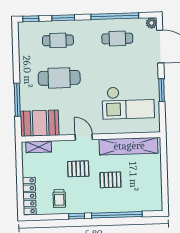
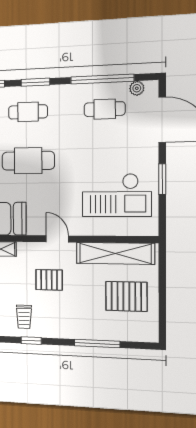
plant: (151, 23) -> (137, 88), moved
pallet: (110, 180) -> (126, 296), moved, width x1.50, depth x1.42
window: (117, 215) -> (97, 343), width x0.68
window: (77, 216) -> (31, 341), moved

